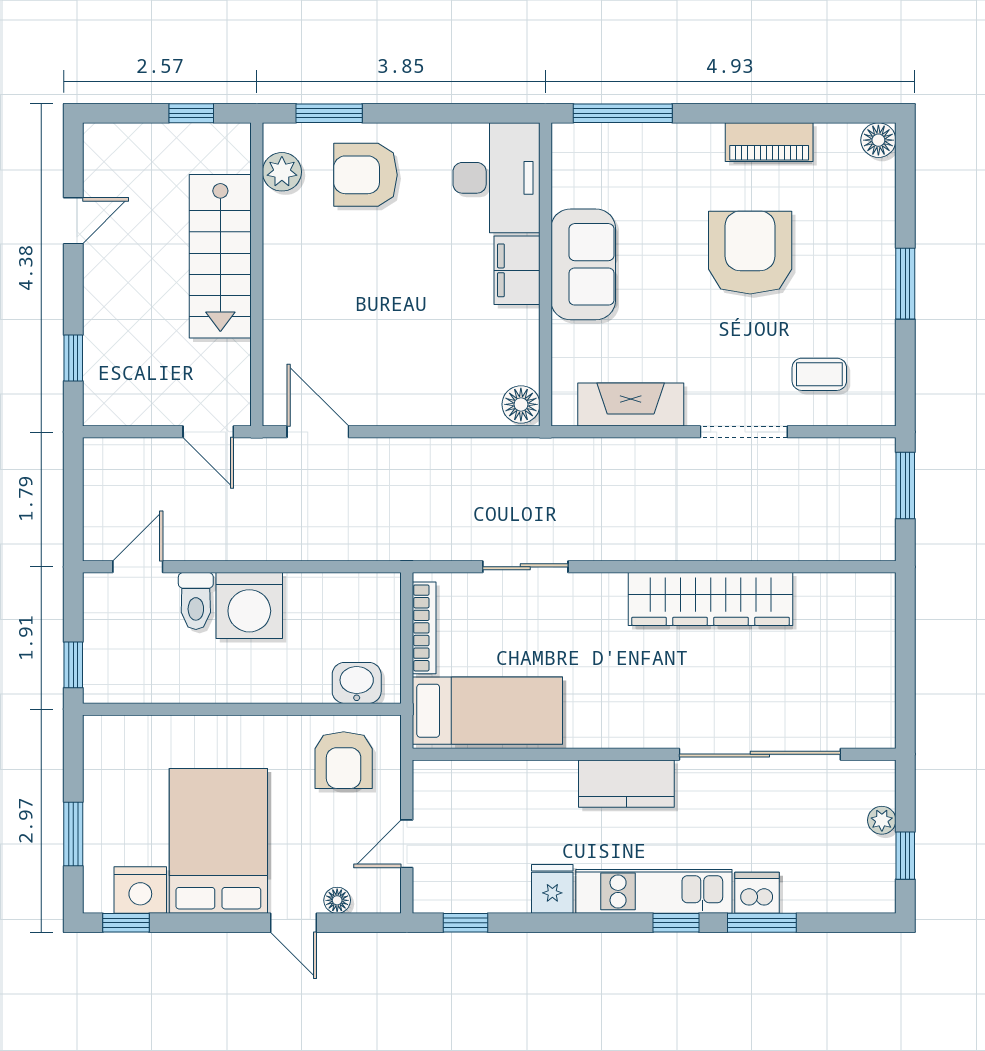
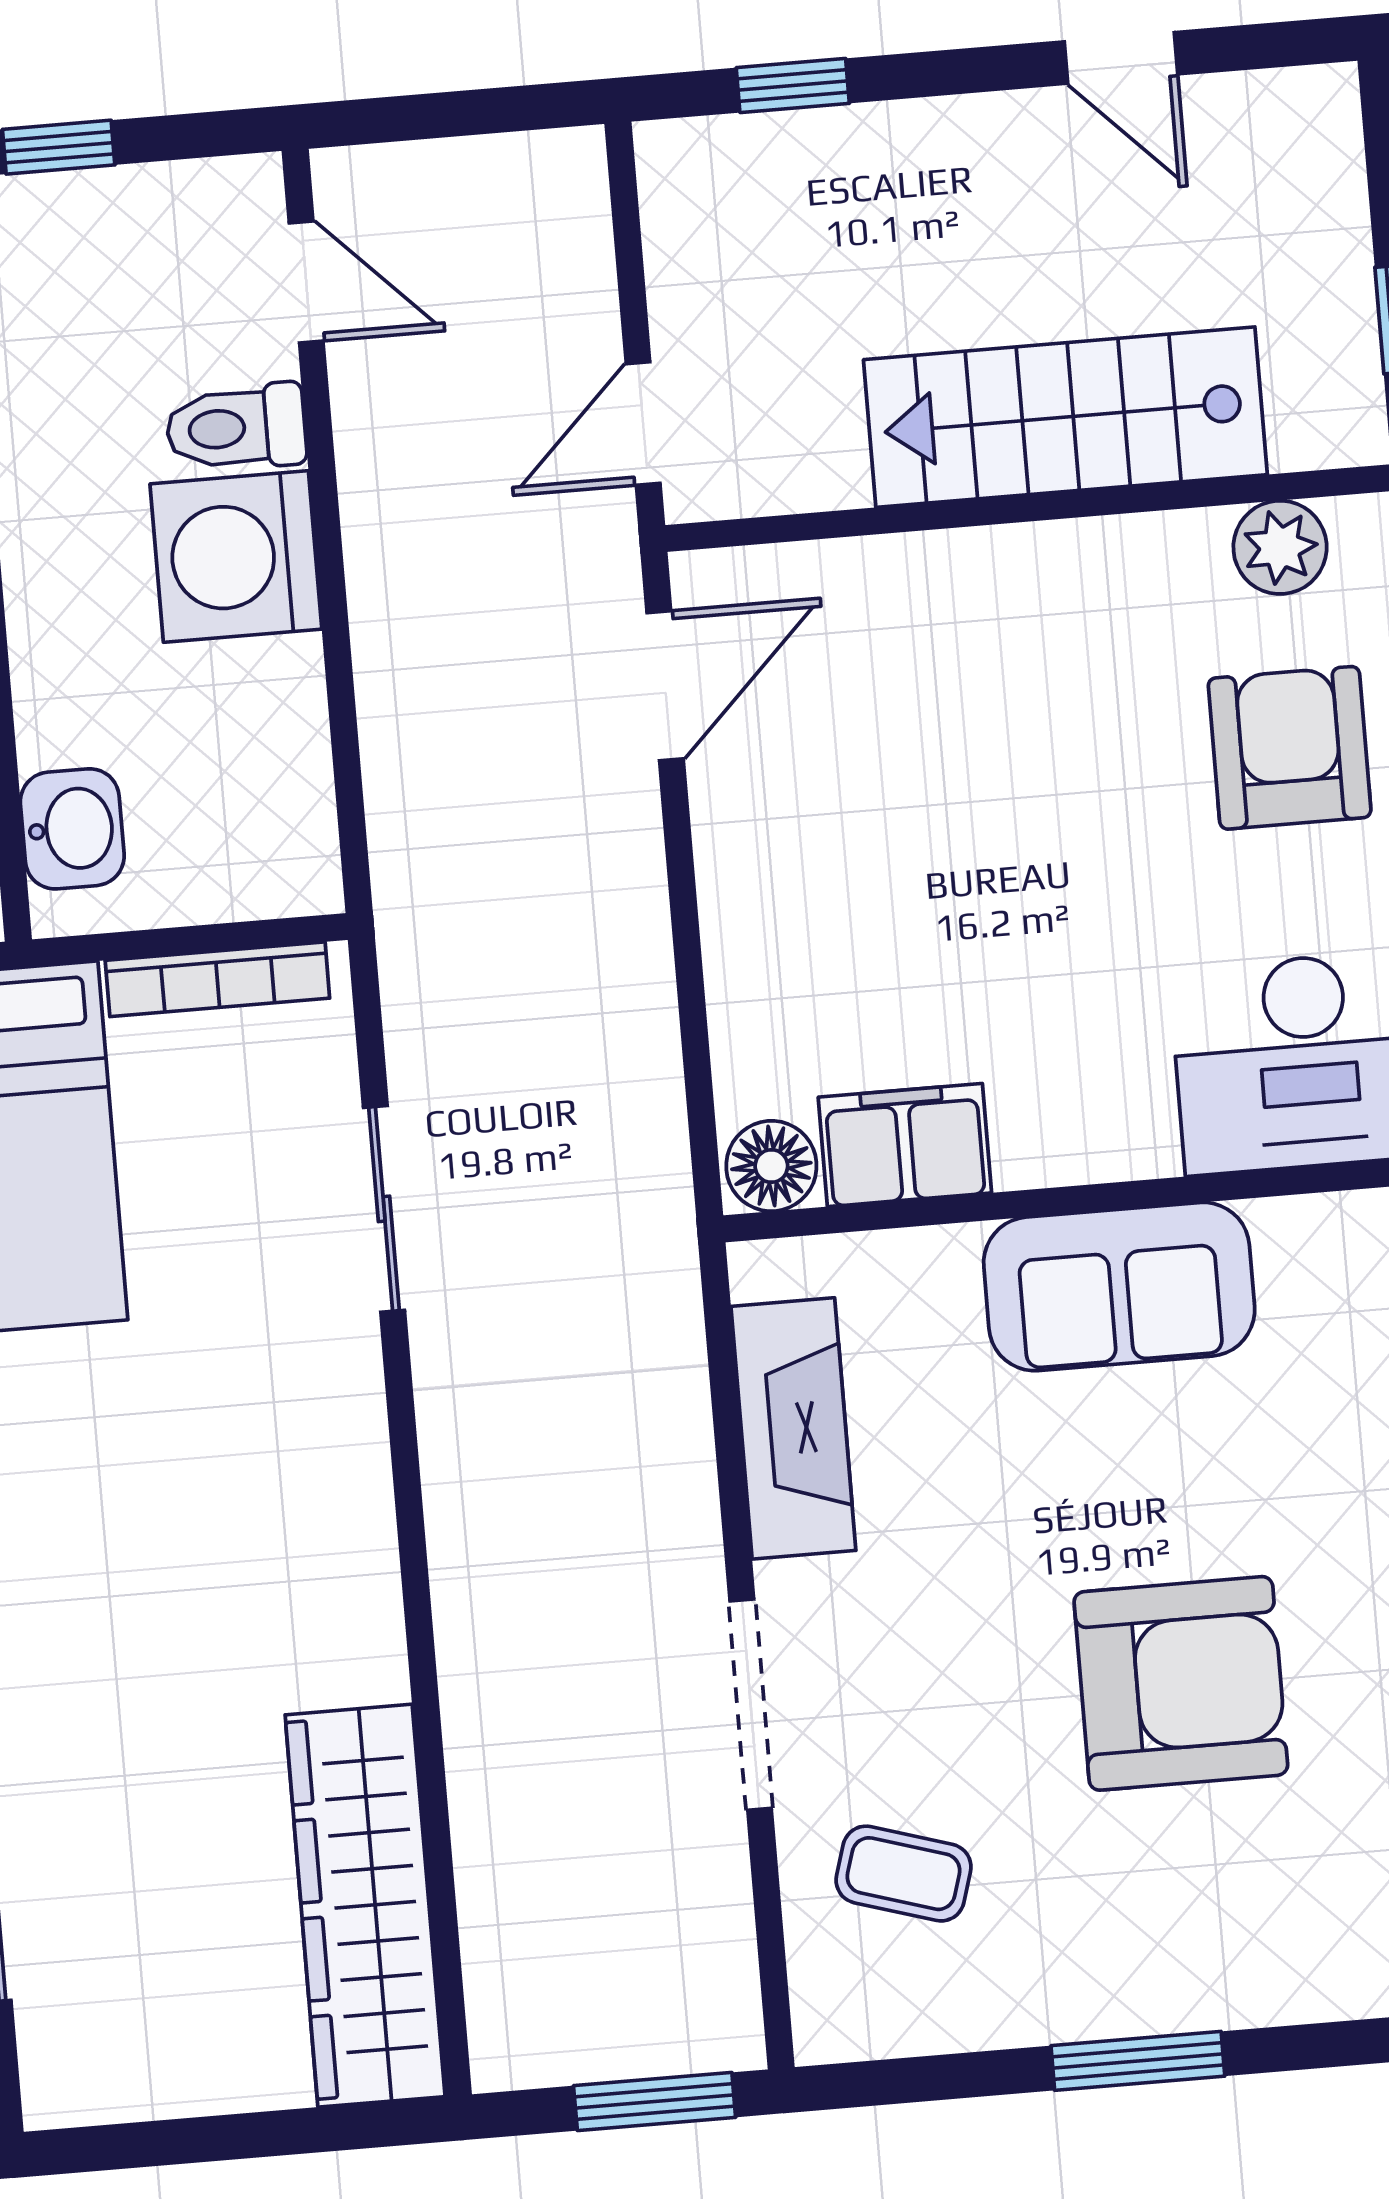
filing cabinet: (517, 270) -> (905, 1145), moved
coffee table: (819, 374) -> (904, 1874), turned -73
wardrobe: (711, 599) -> (365, 1906), moved

